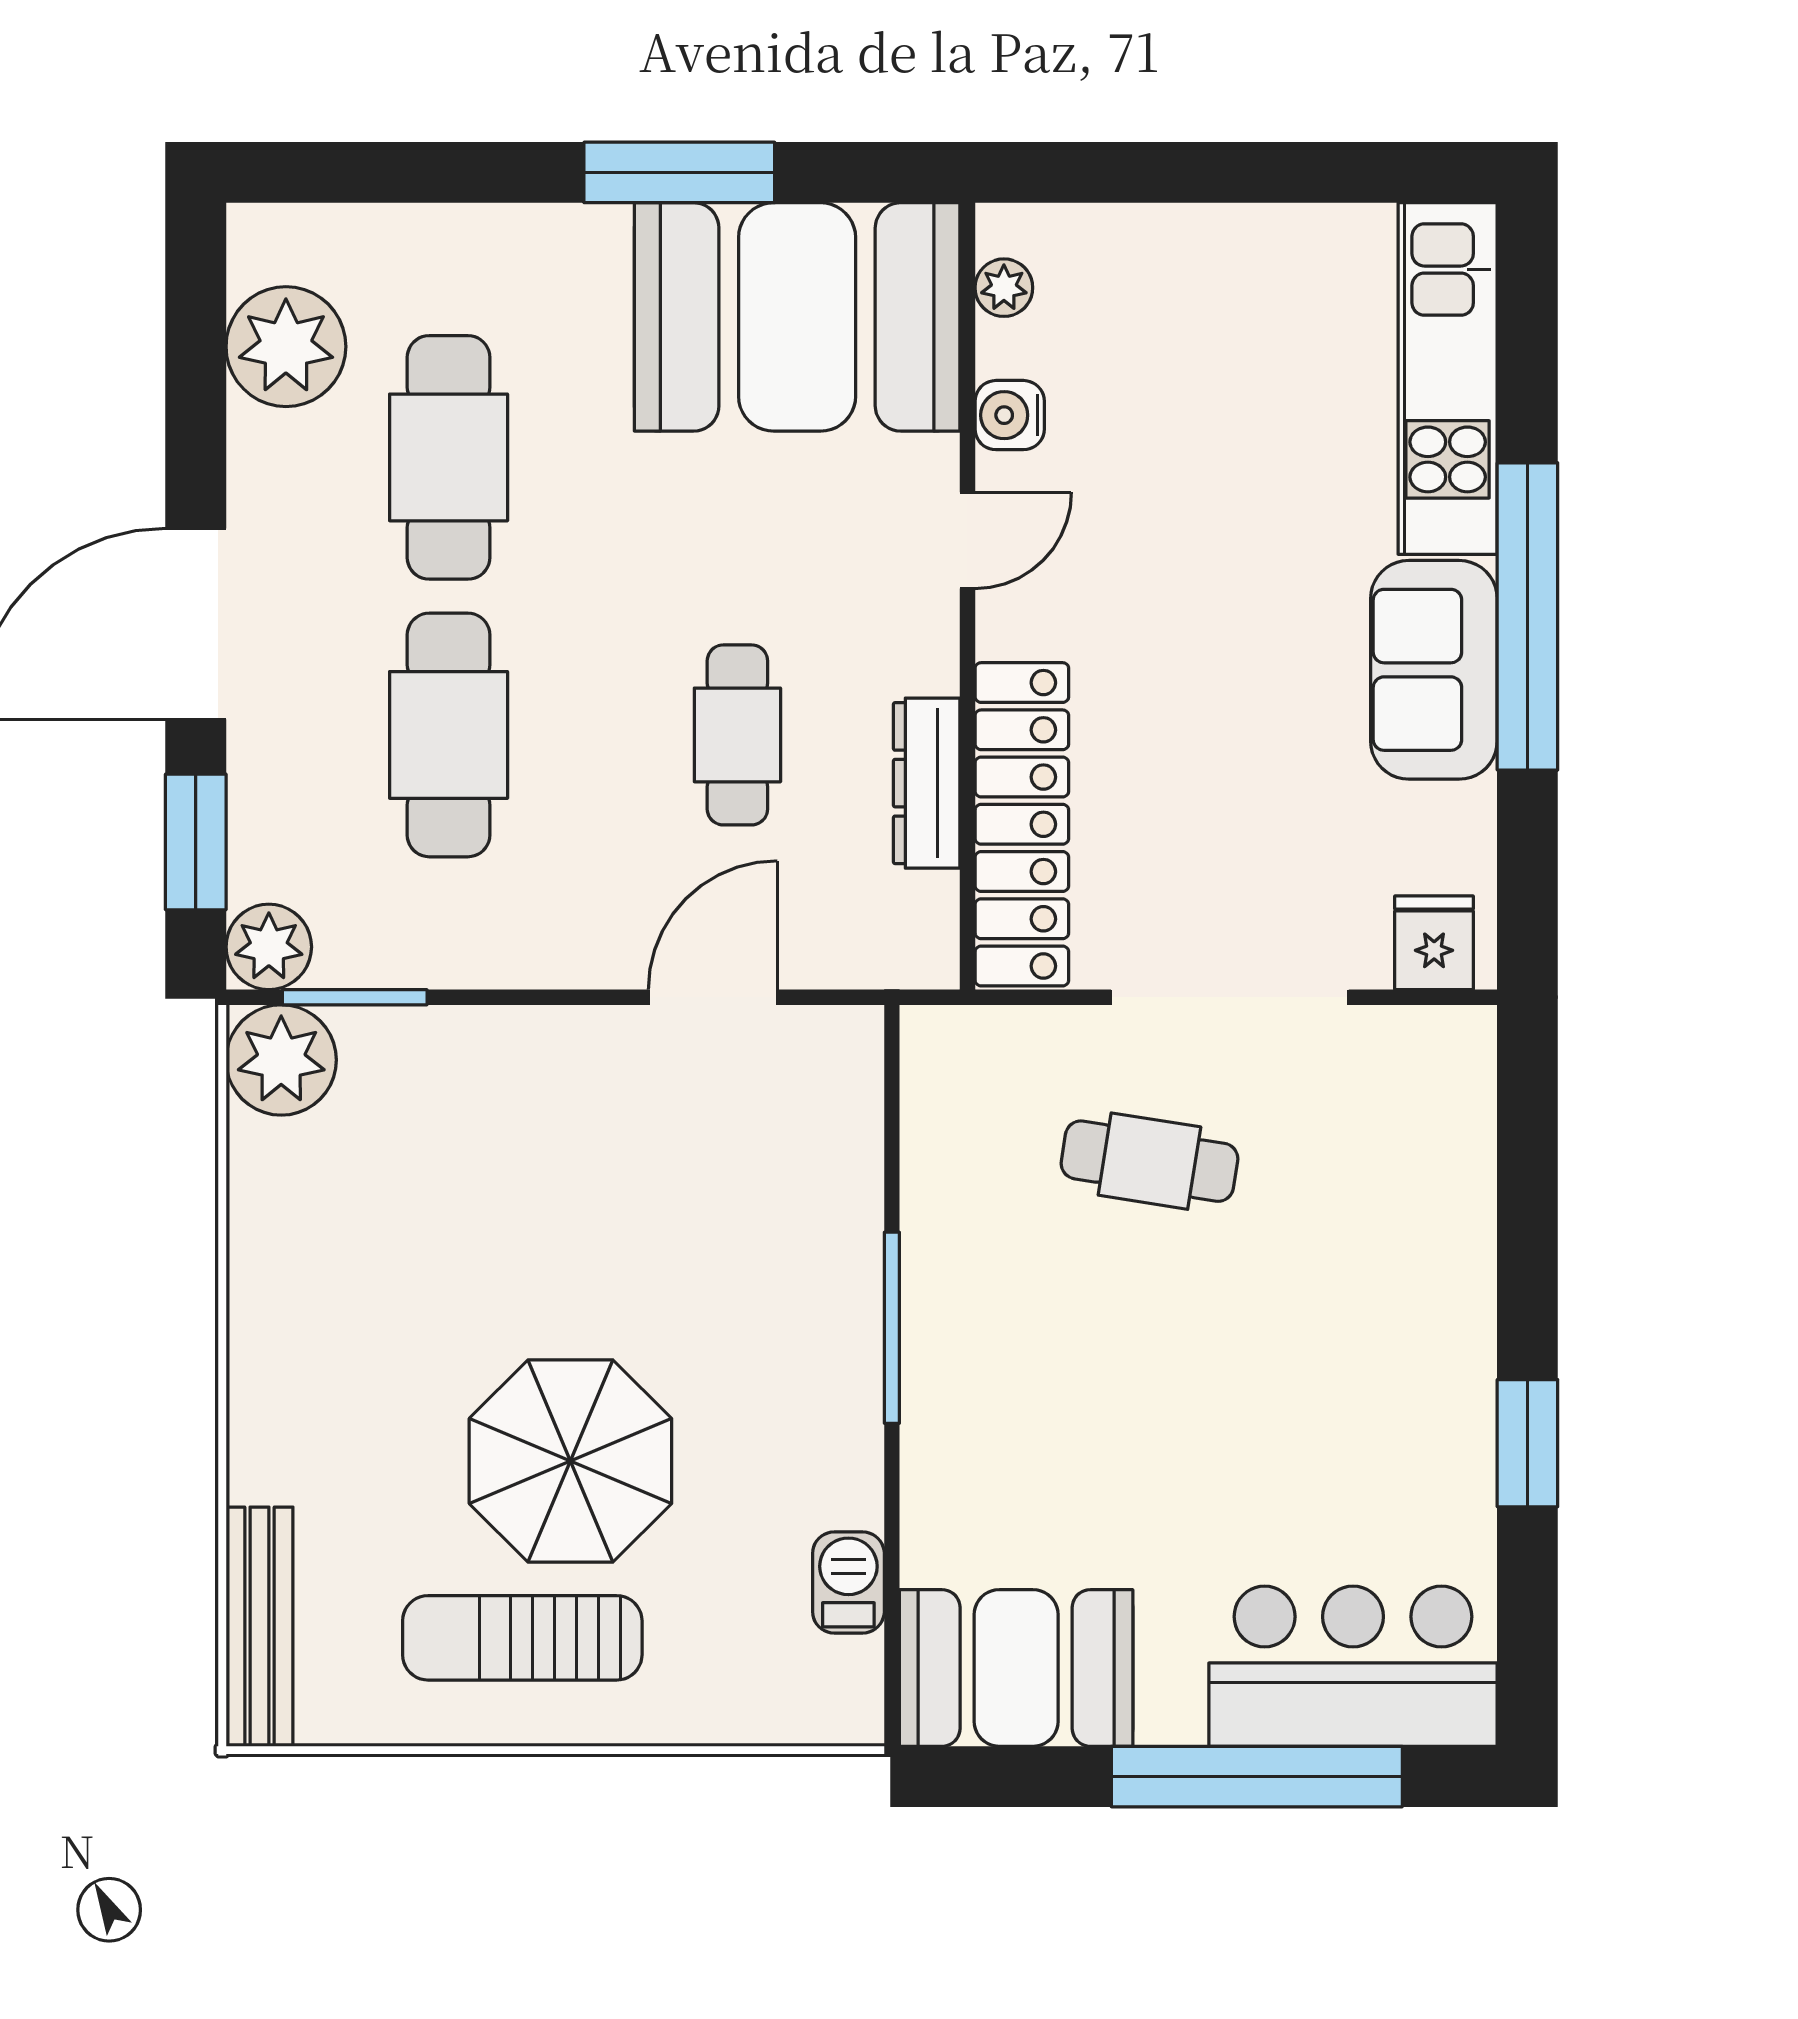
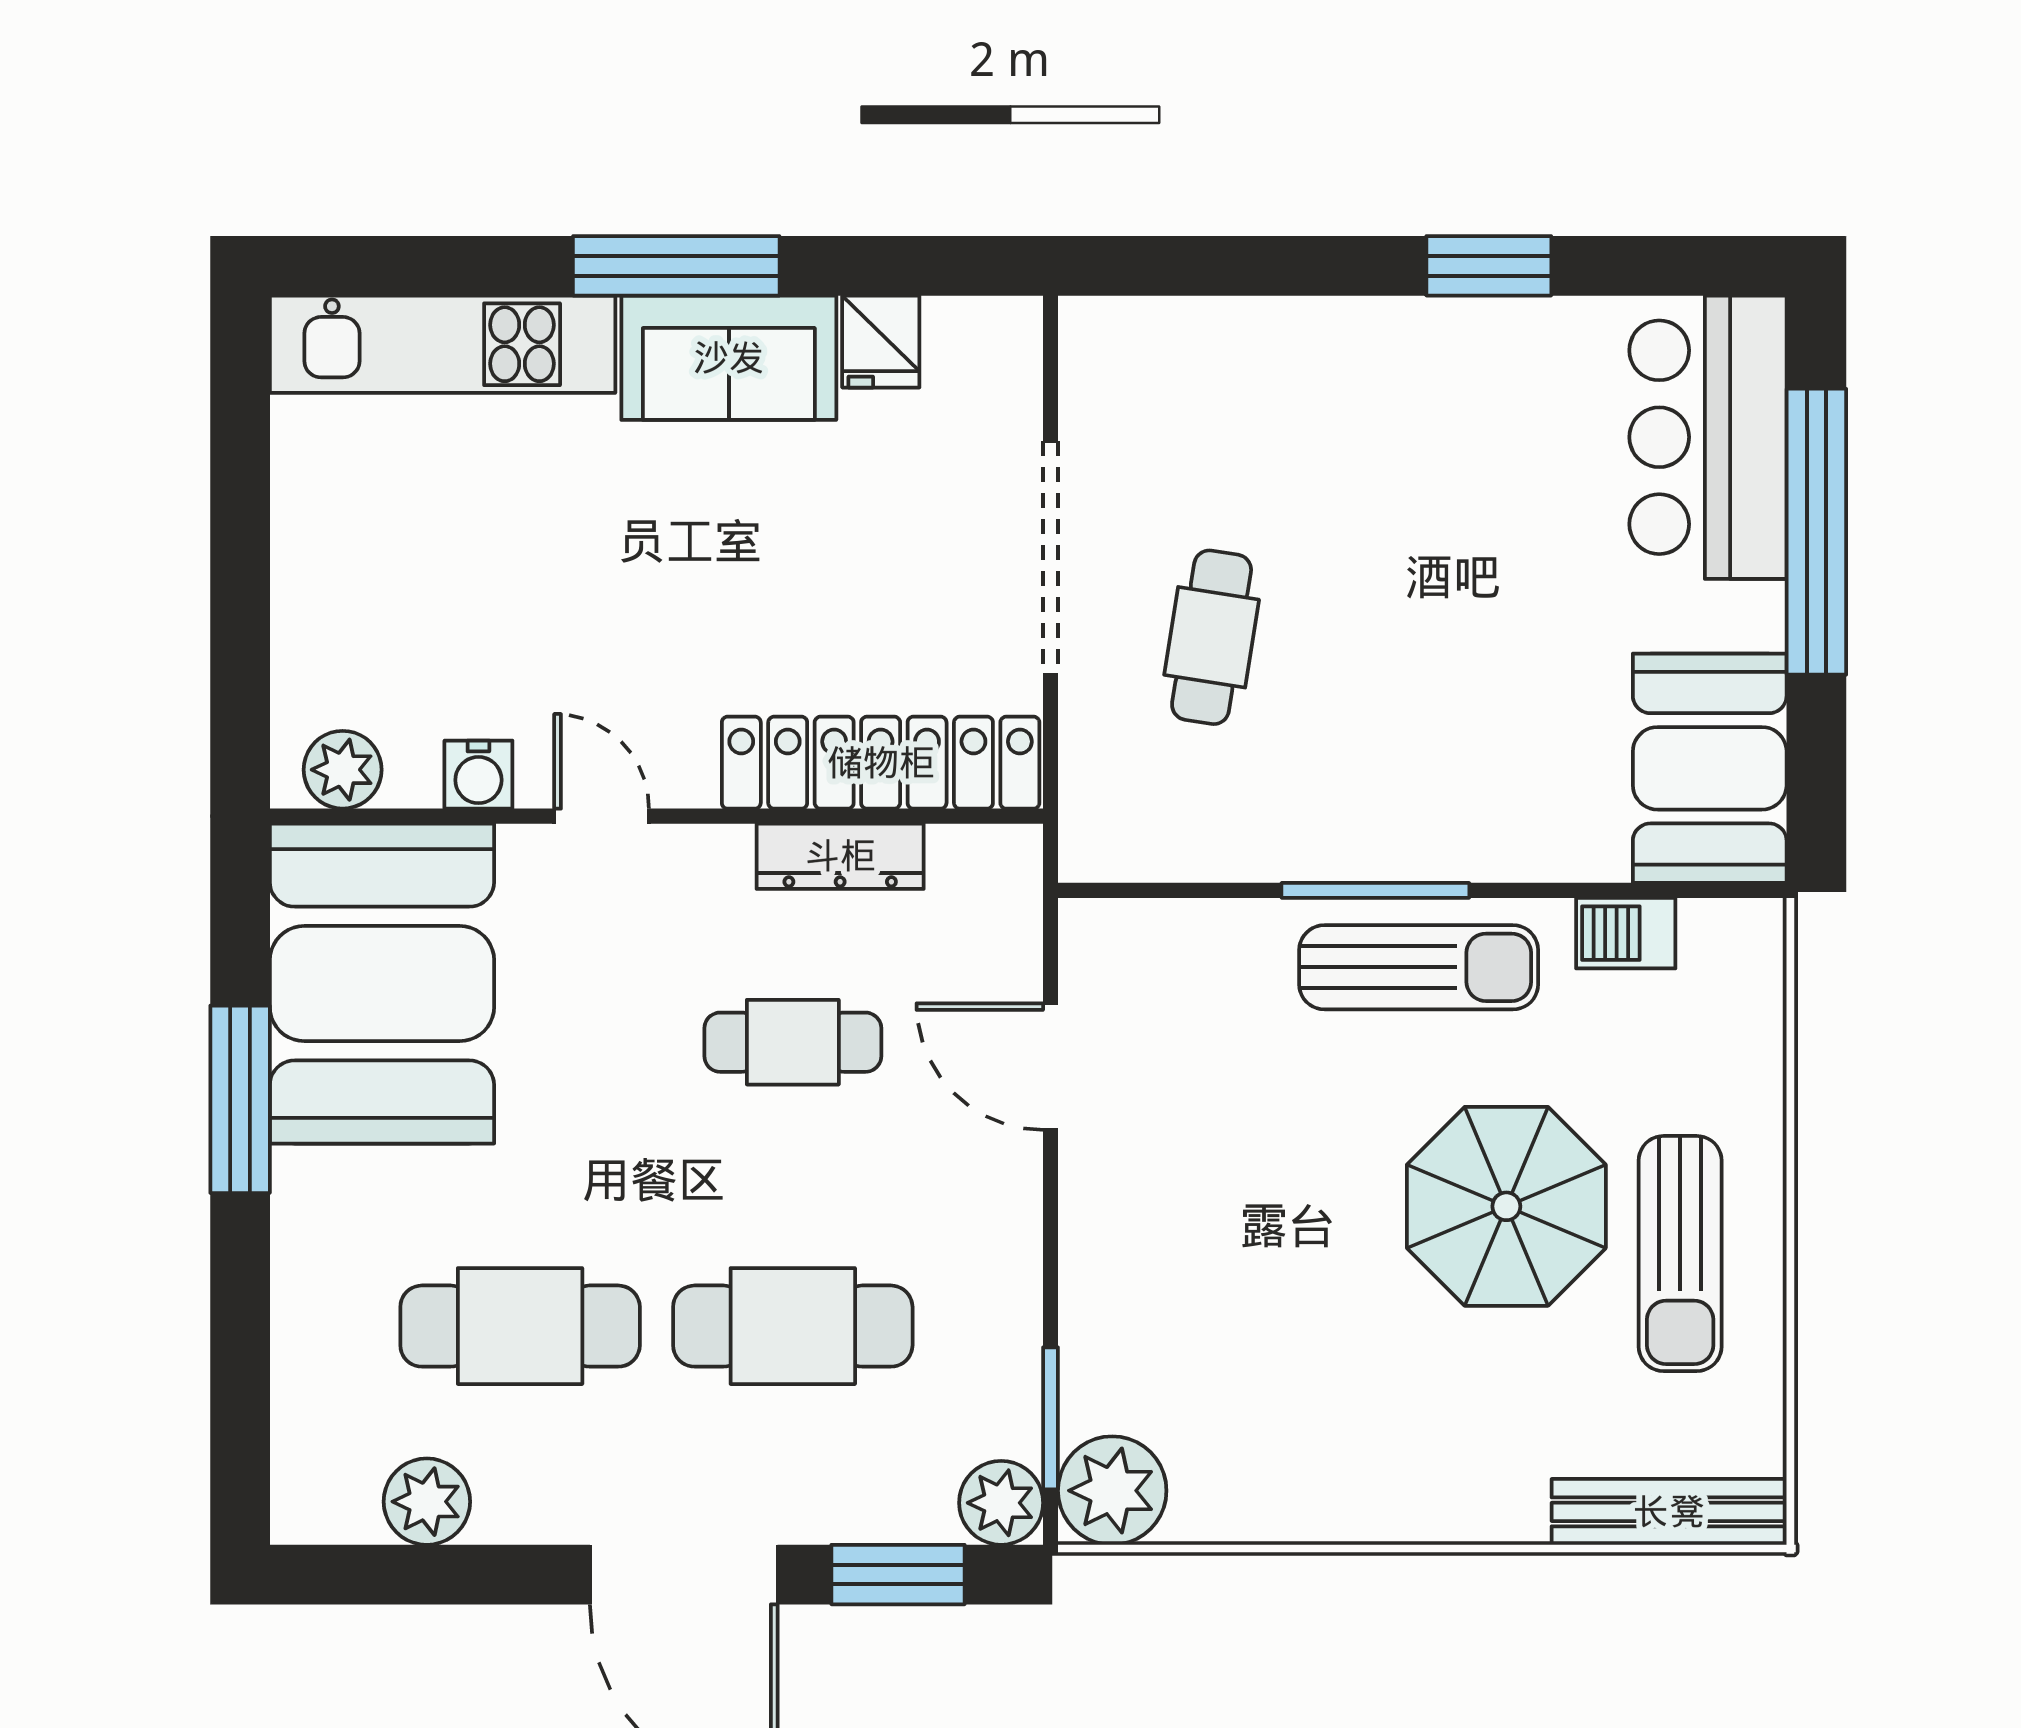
plant: (1004, 288) -> (343, 770), width x1.38, depth x1.38
plant: (286, 347) -> (427, 1502), width x0.73, depth x0.73
window: (1527, 616) -> (676, 266), width x0.68
fridge: (1434, 943) -> (881, 342), moved, turned -90
sun lounger: (814, 1372) -> (1419, 967), added

